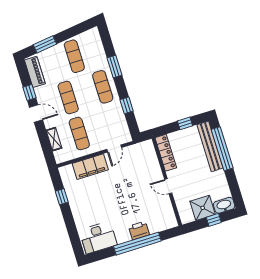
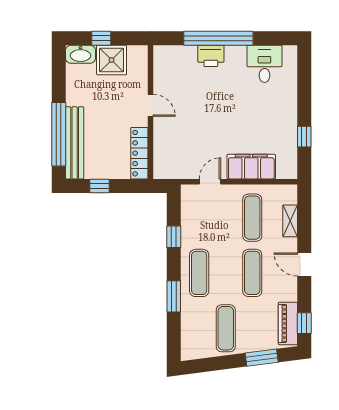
window: (29, 93) -> (304, 323), moved
desk: (98, 237) -> (264, 64), width x0.73

